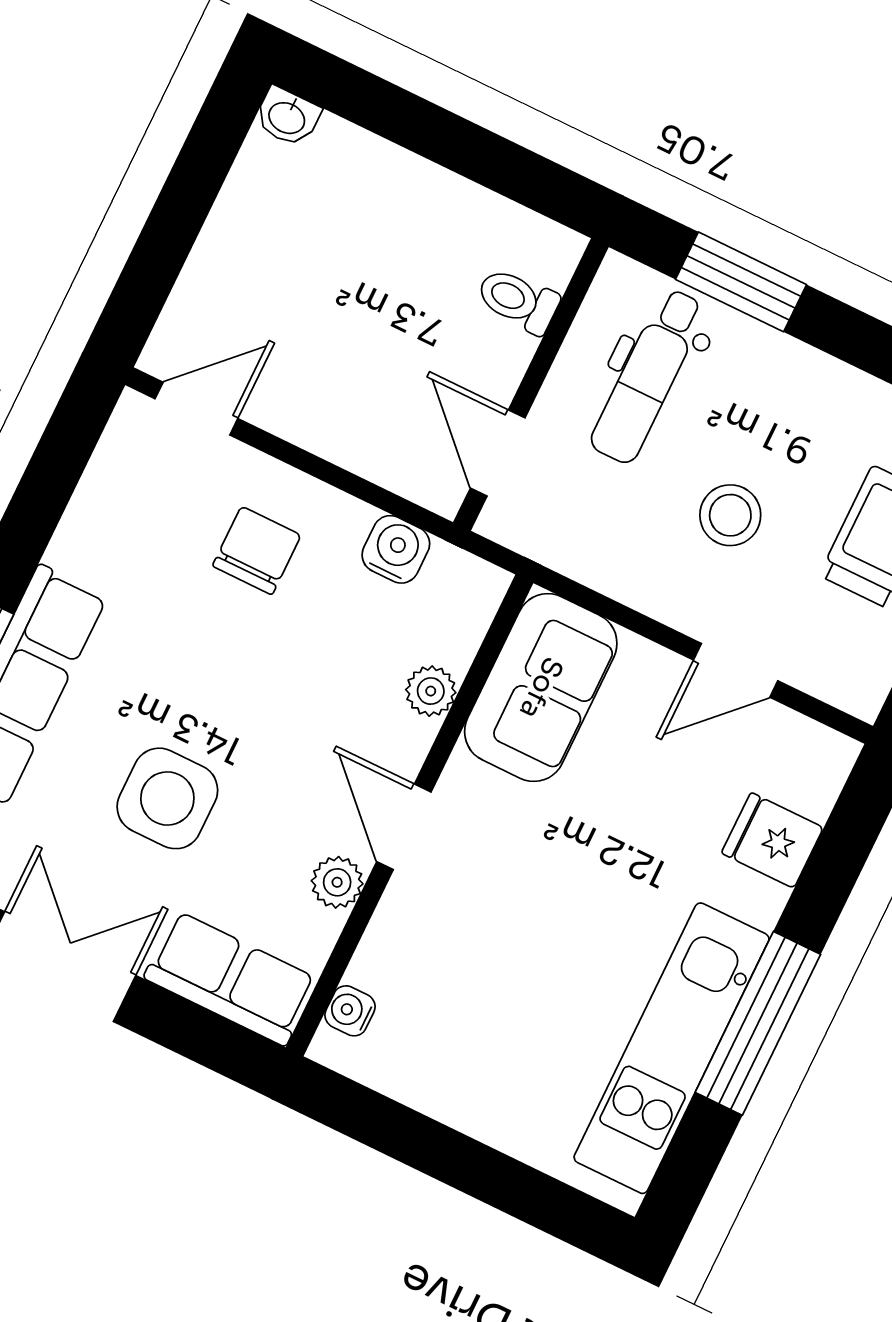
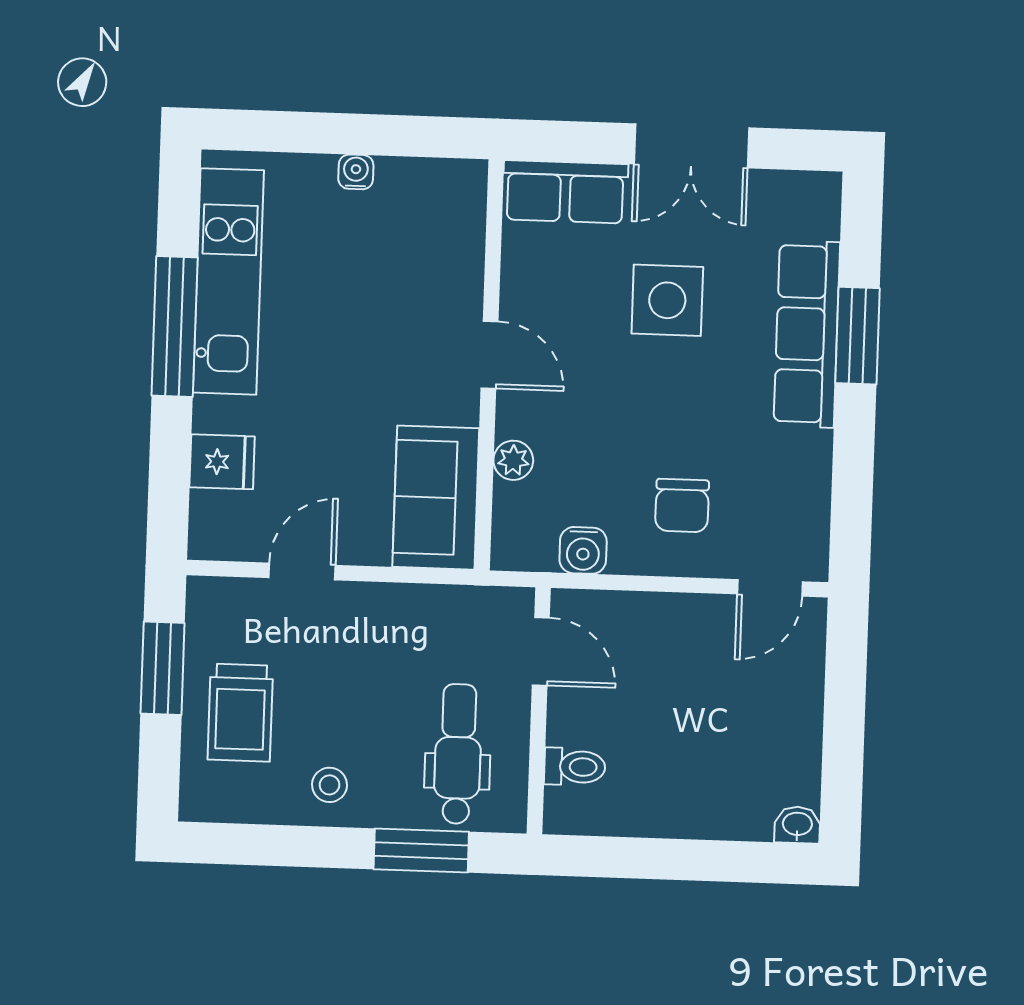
stool: (730, 515) -> (329, 785), moved, width x0.73, depth x0.73
plant: (337, 882) -> (520, 294), removed
water cooler: (350, 1011) -> (356, 172), moved, turned -90

